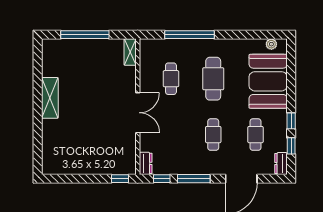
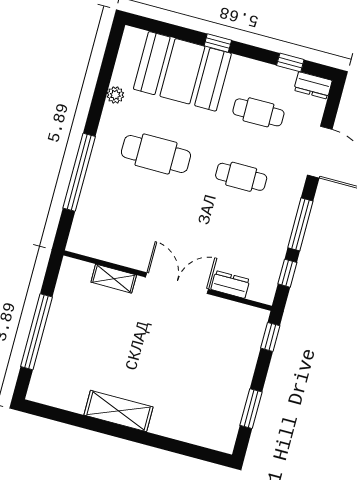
plant: (271, 44) -> (115, 95), moved
shelving: (130, 52) -> (114, 279), moved
cafe table: (171, 79) -> (139, 218), removed
window: (291, 121) -> (218, 43), moved
dresser: (146, 163) -> (230, 284), moved
window: (73, 179) -> (251, 409), added

